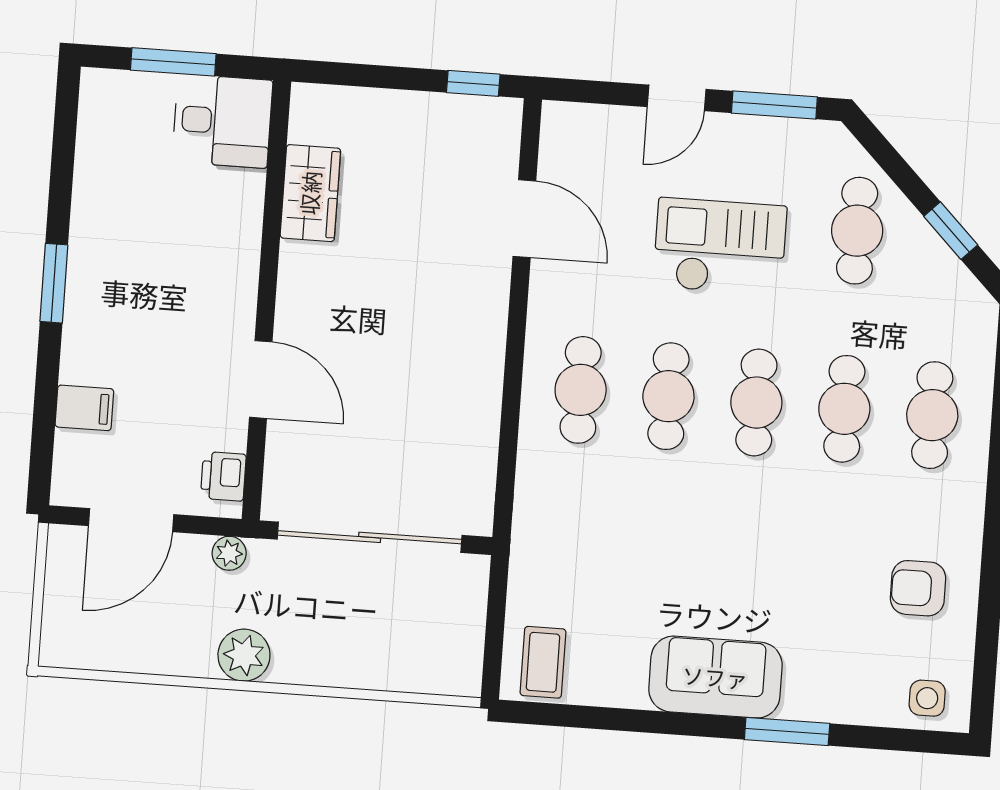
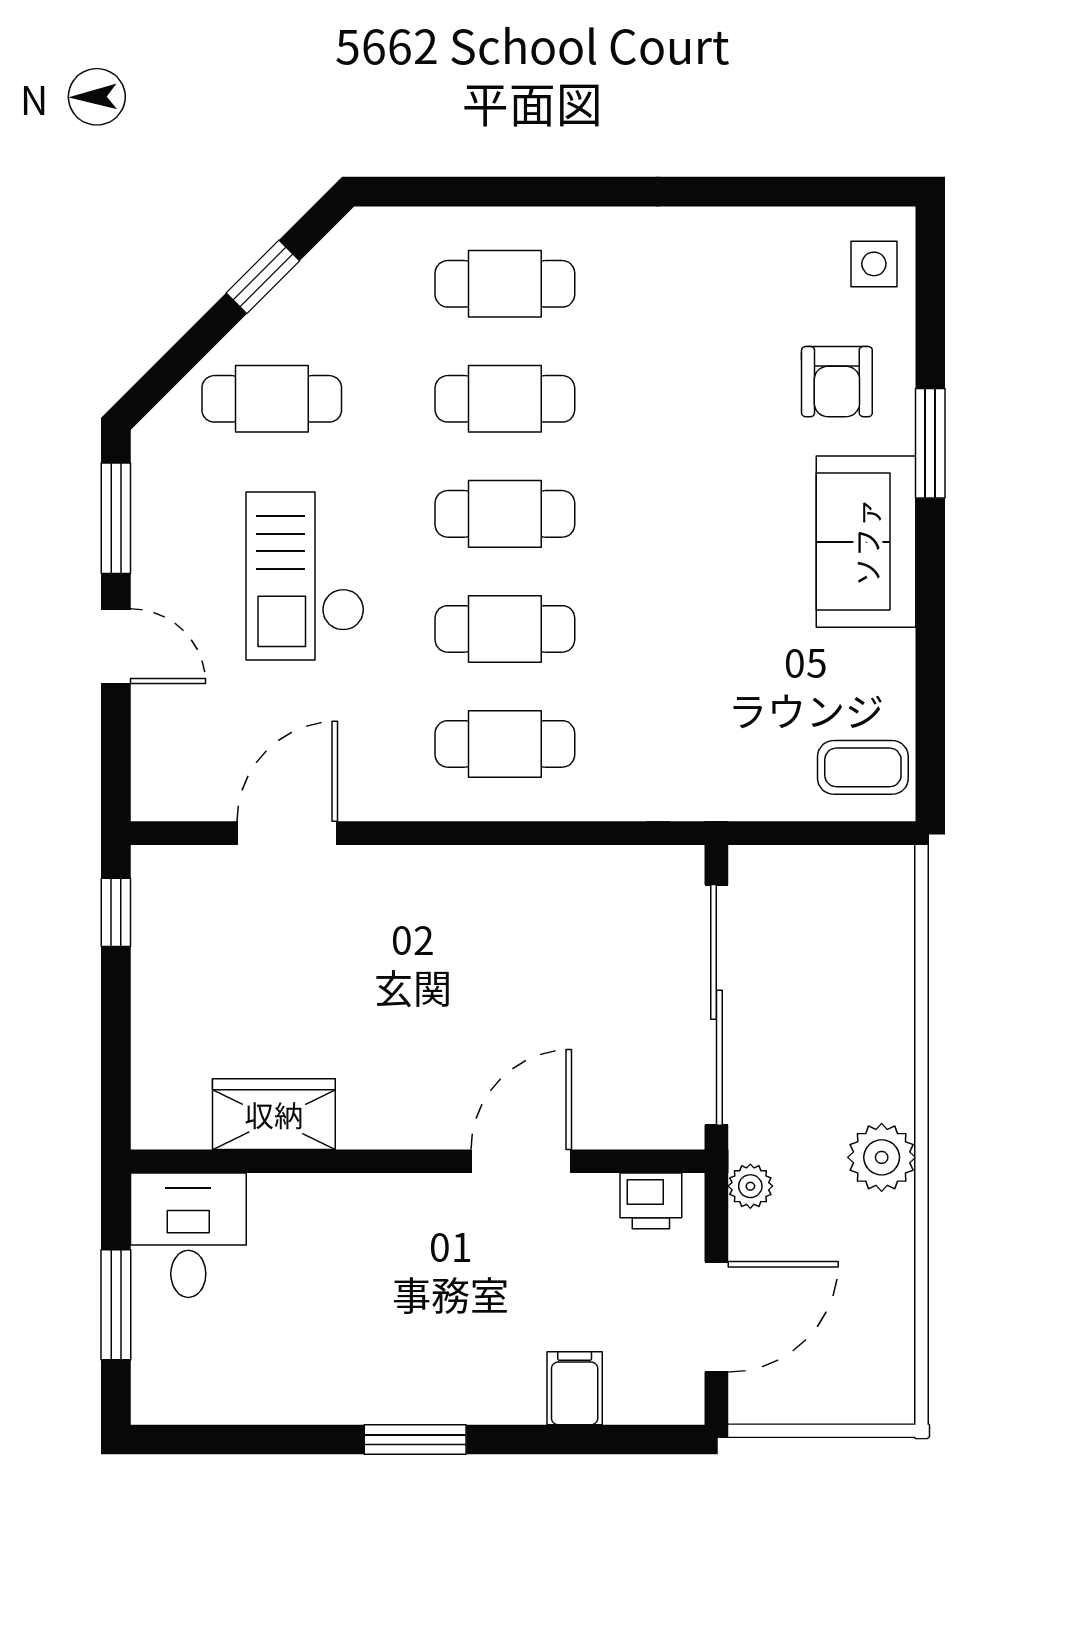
door: (131, 520) -> (716, 1317), hinge flipped
armchair: (918, 588) -> (837, 382), moved

